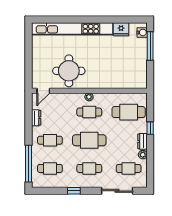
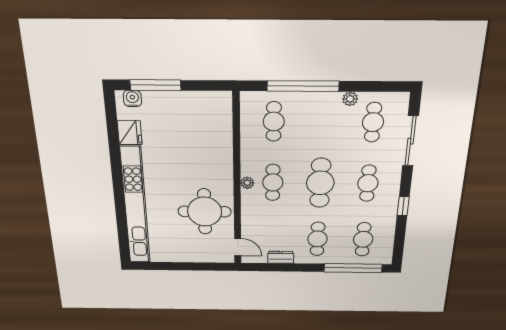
cafe table: (129, 112) -> (274, 122), width x0.73, depth x0.74
window: (150, 128) -> (303, 86), width x3.17
dresser: (142, 141) -> (326, 99), removed

